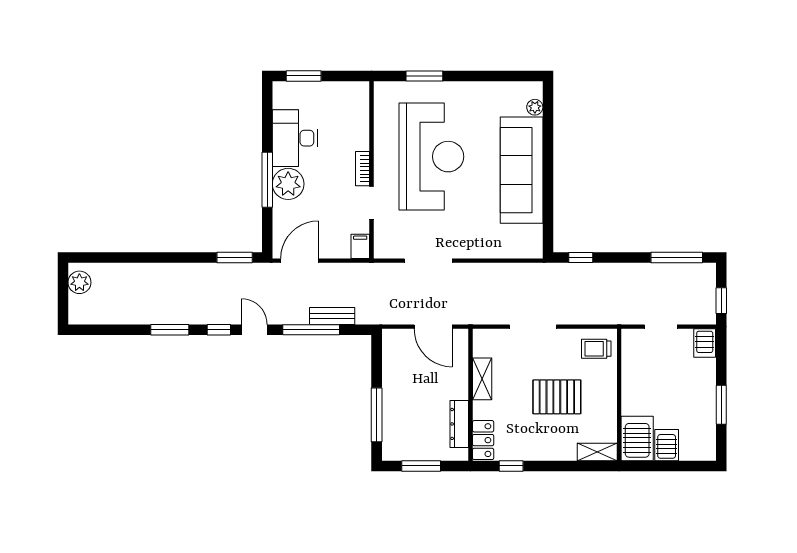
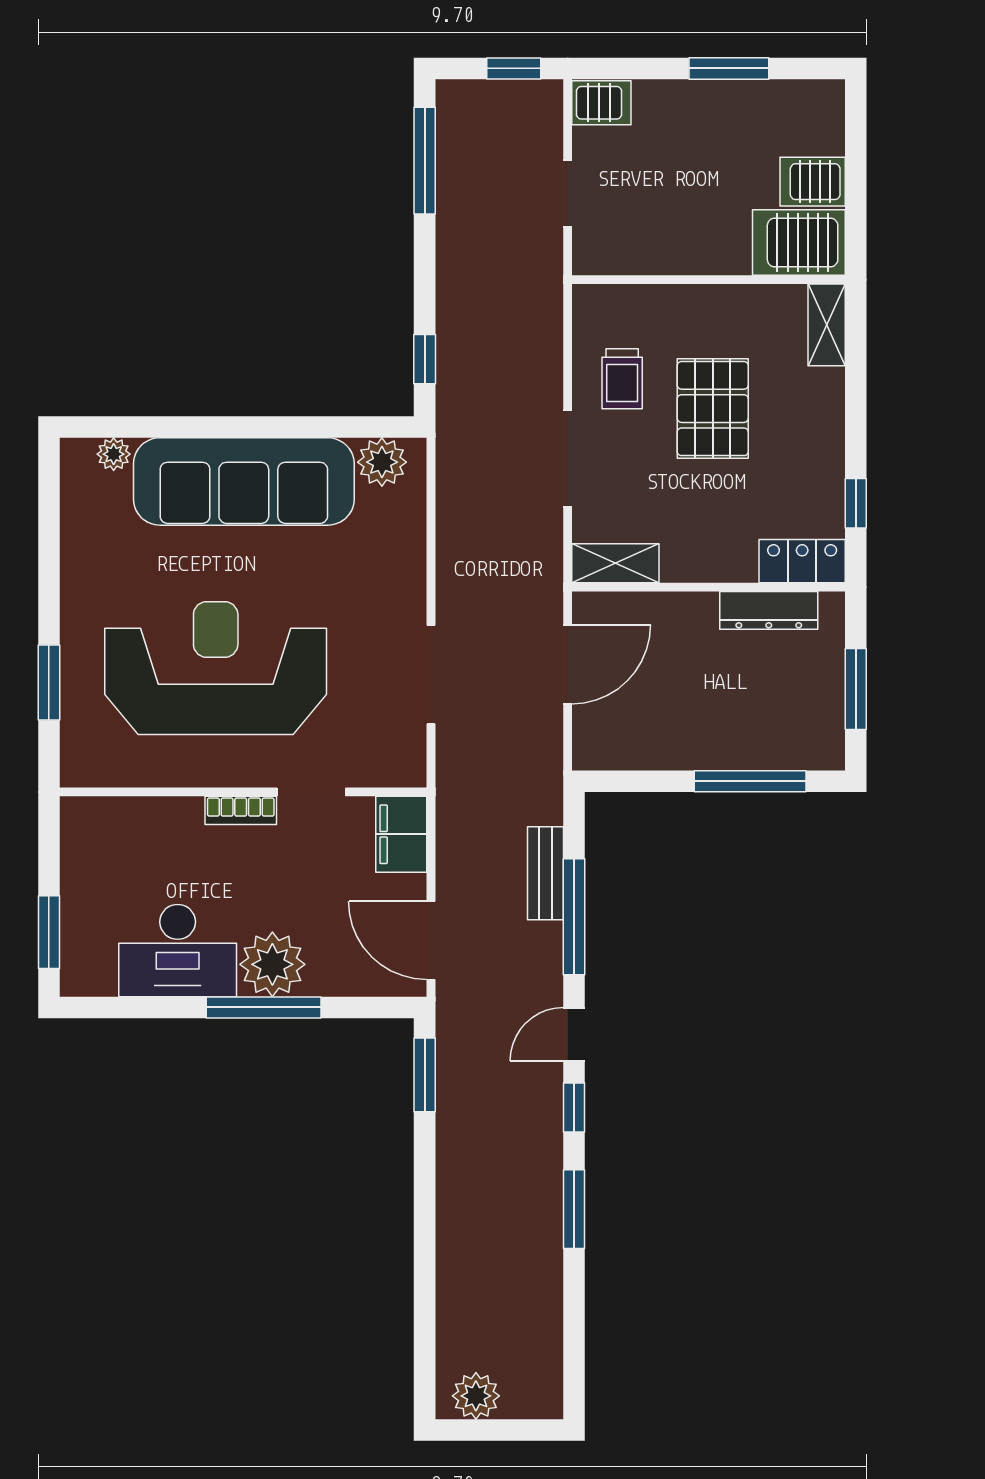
plant: (531, 237) -> (382, 462), added
filing cabinet: (360, 246) -> (401, 834), width x2.00
trolley: (596, 349) -> (622, 379), moved
shelving: (482, 379) -> (615, 563), moved

